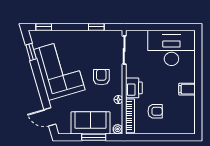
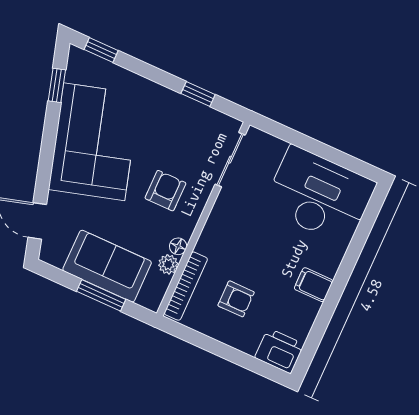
printer: (134, 88) -> (279, 351), moved, turned -90
plant: (118, 129) -> (168, 264), moved

